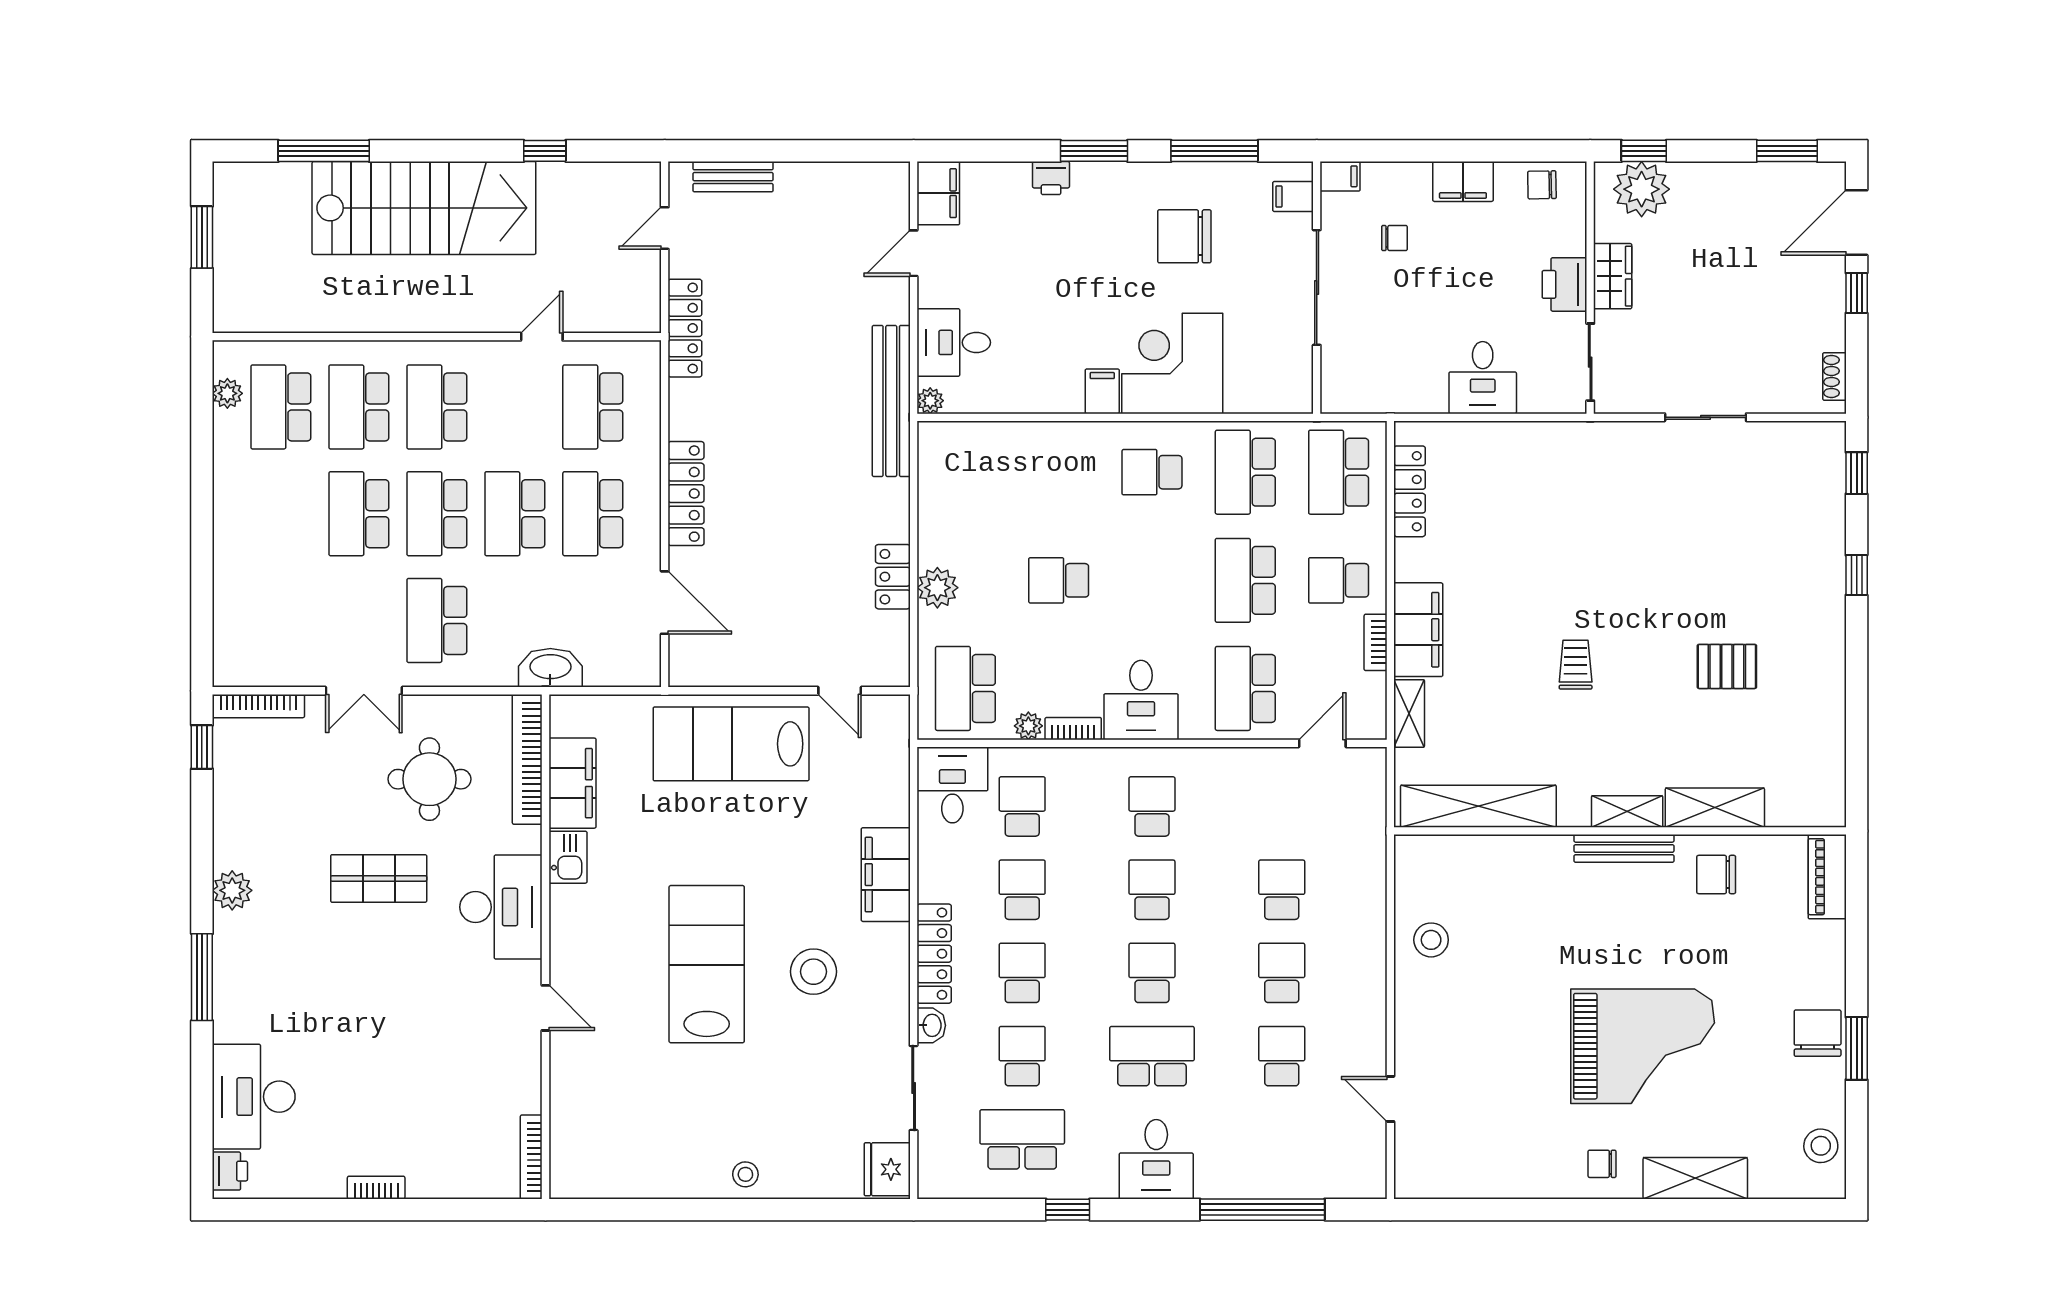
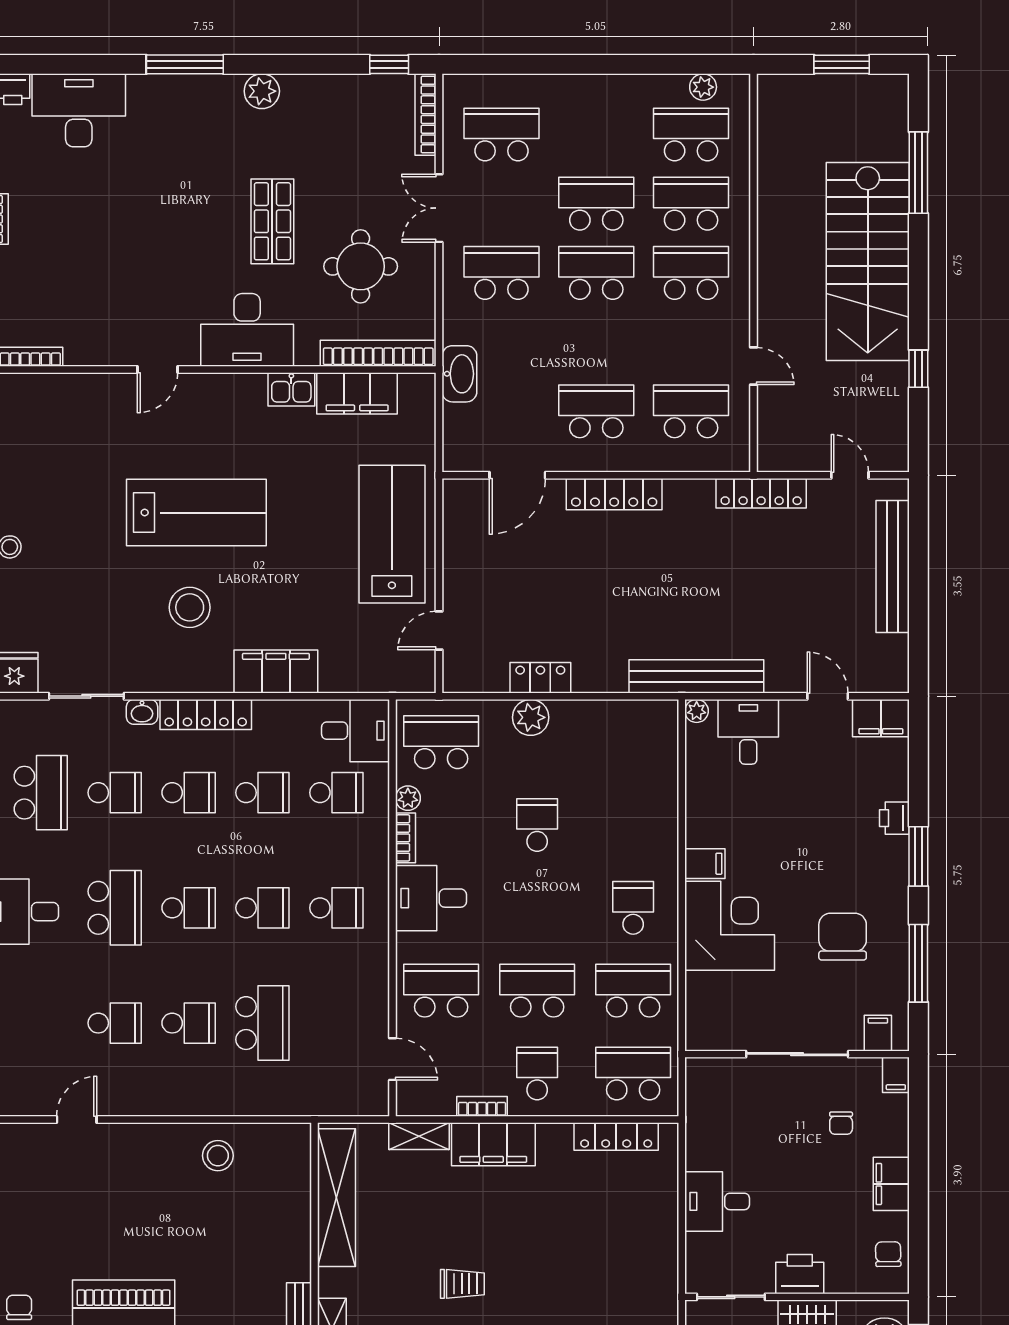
bench: (733, 177) -> (893, 567), width x1.86, depth x1.21
school desk: (515, 514) -> (501, 134), moved
school desk: (1282, 890) -> (262, 1023), width x1.85

